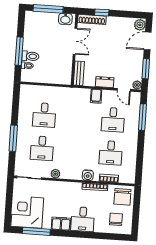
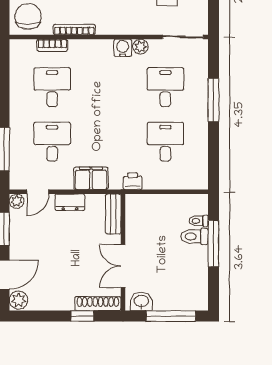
door: (124, 90) -> (38, 192), swing flipped
printer: (66, 92) -> (133, 181), added
filing cabinet: (96, 96) -> (91, 178), width x2.00
water cooler: (88, 175) -> (123, 48), moved

